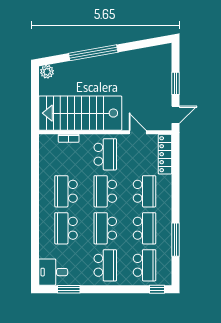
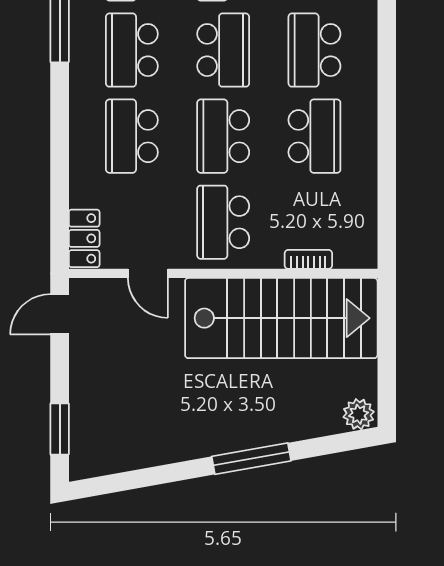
window: (93, 53) -> (251, 459), width x0.68
window: (176, 83) -> (60, 429), moved
locker: (165, 154) -> (84, 238), width x0.66
school desk: (105, 191) -> (223, 136), turned 180
school desk: (66, 228) -> (314, 50), turned 180

